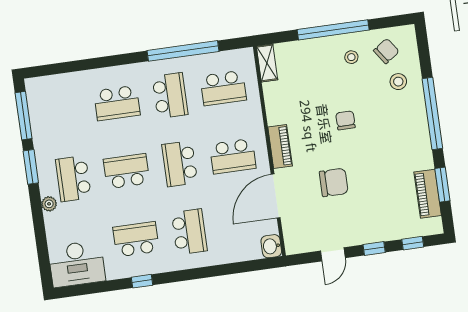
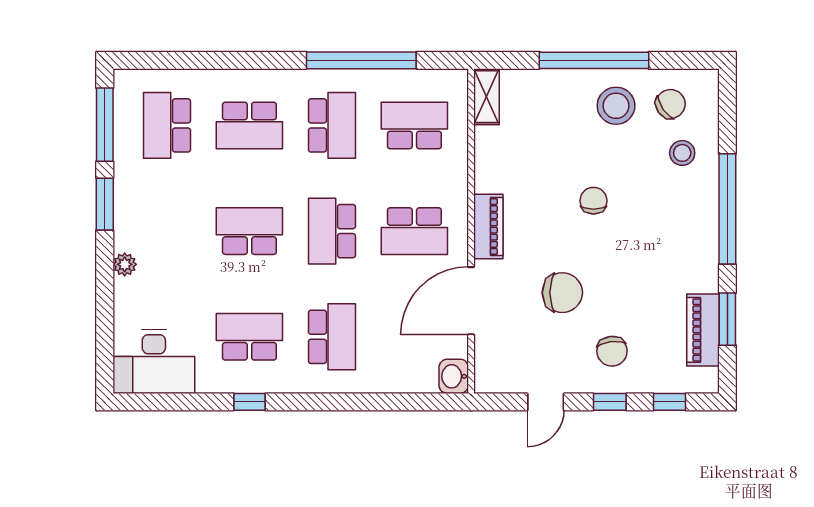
stool: (351, 57) -> (616, 106), width x1.89, depth x1.89
school desk: (223, 88) -> (414, 125), turned 180
school desk: (73, 179) -> (167, 125), moved
chair: (371, 216) -> (612, 351), added

